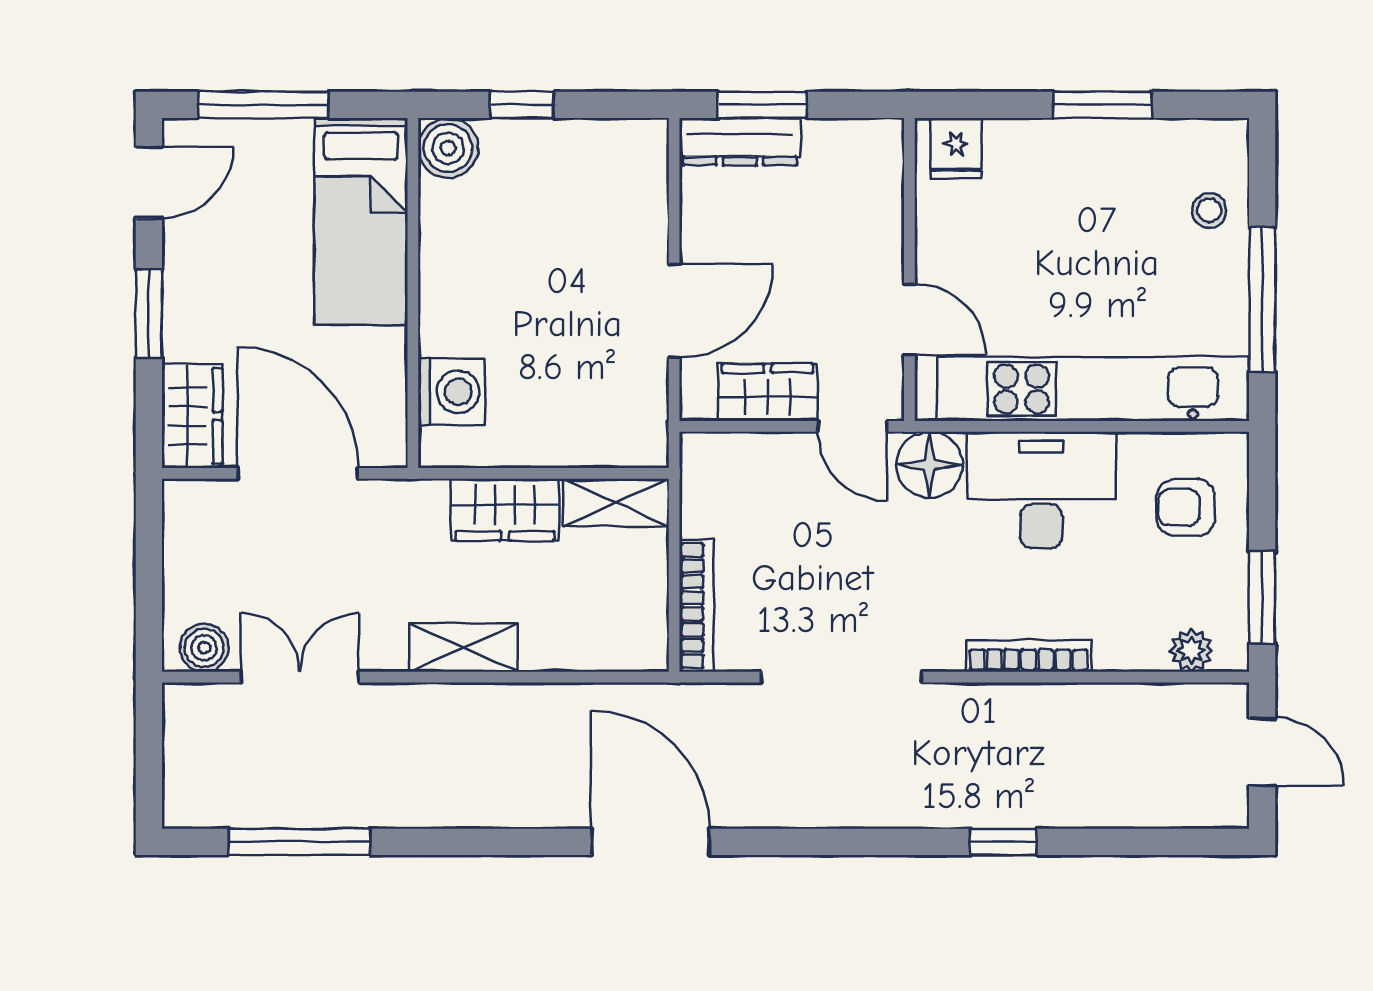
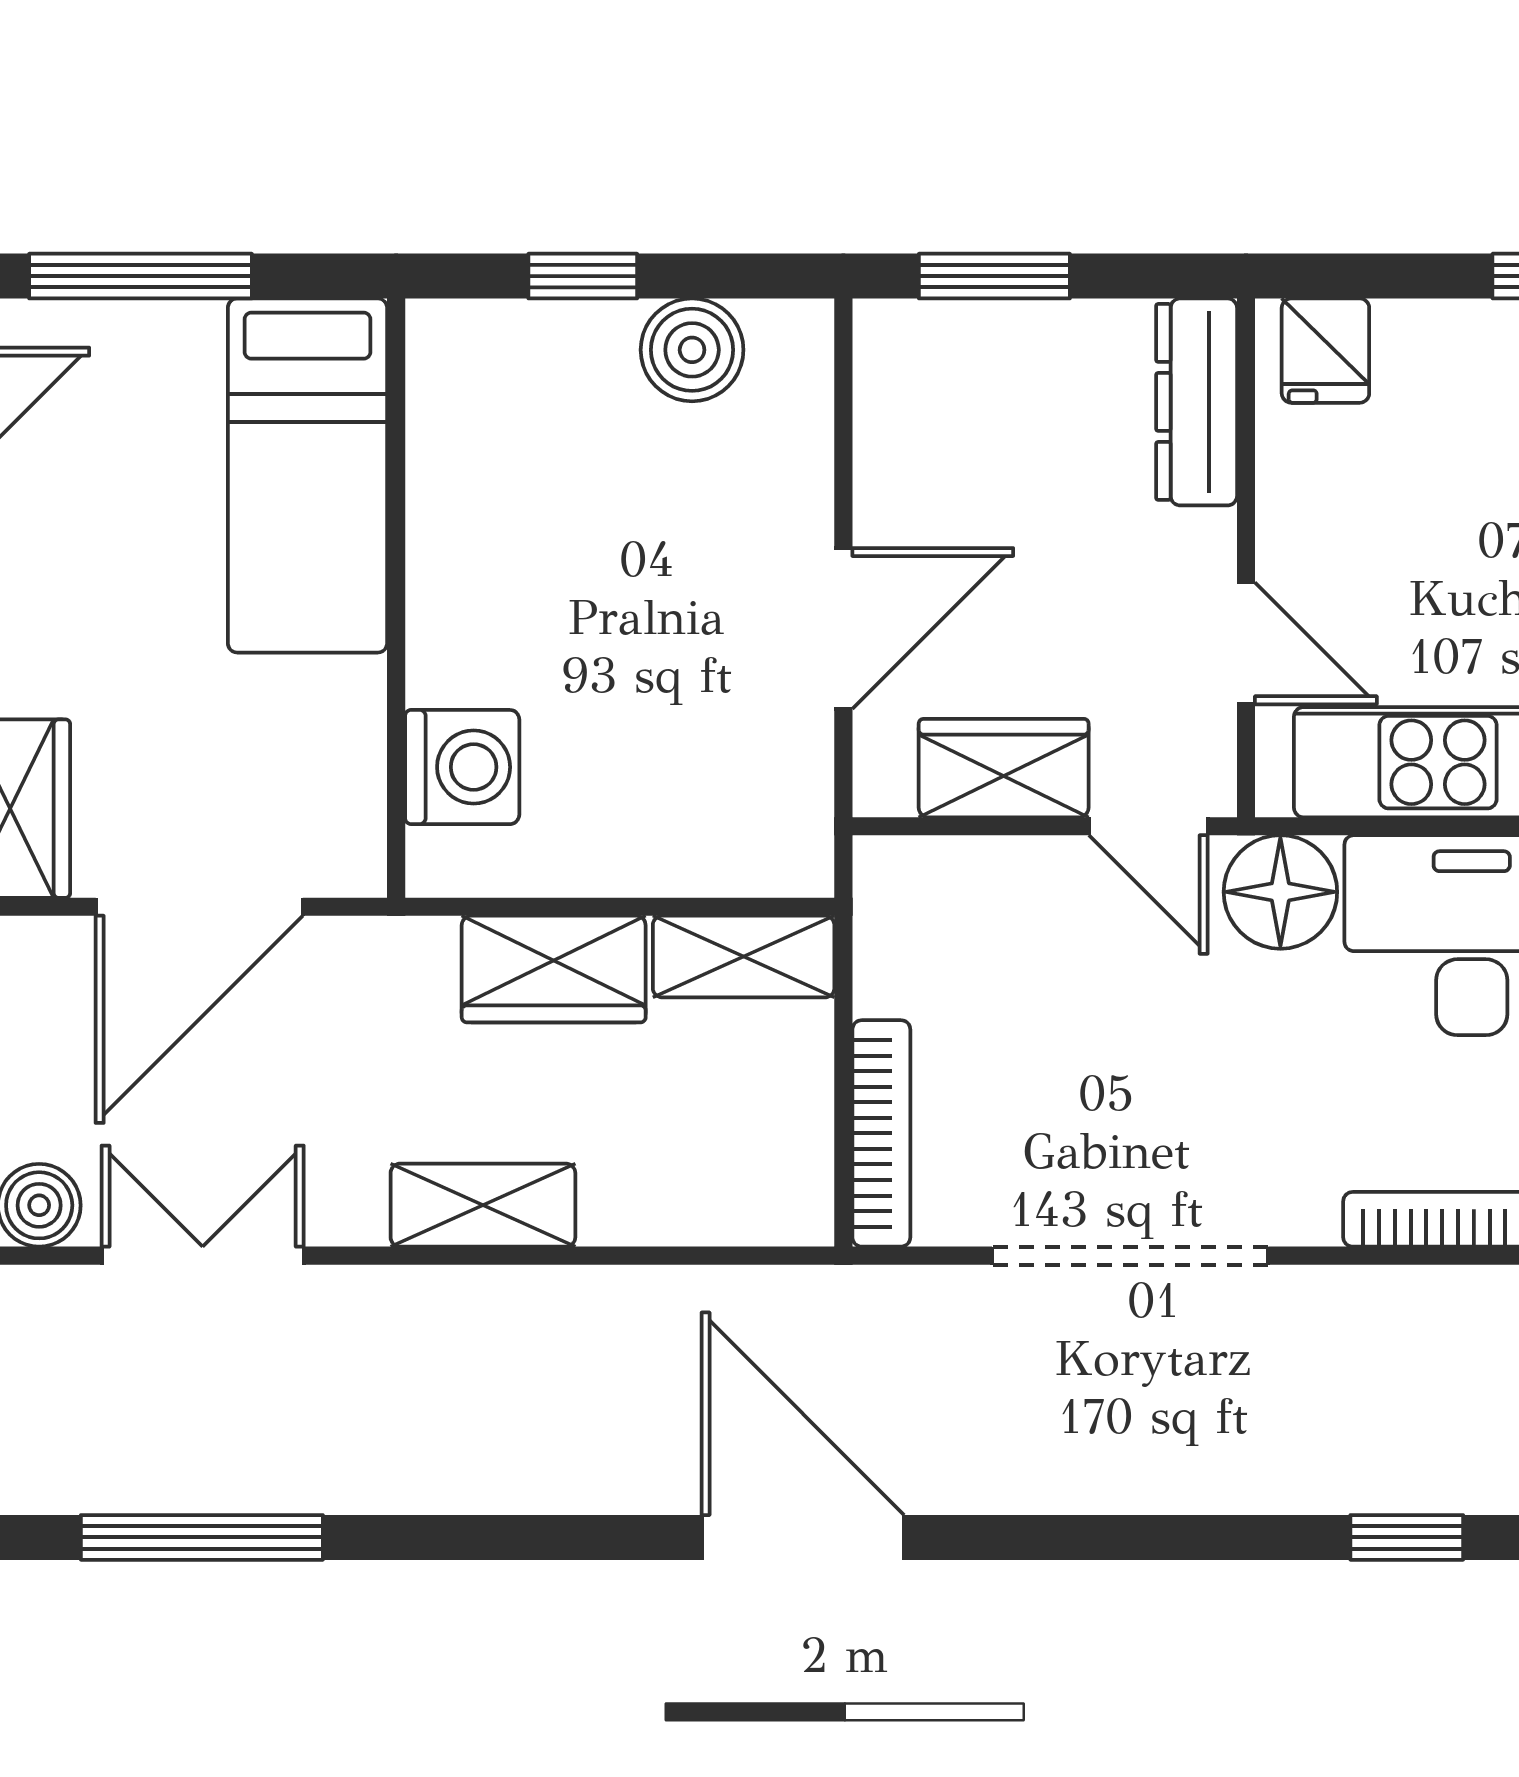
dresser: (740, 142) -> (1197, 402), moved, turned 90
boiler: (448, 148) -> (692, 350), moved
door: (298, 473) -> (199, 907), swing flipped

